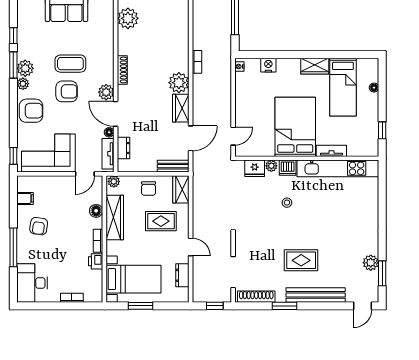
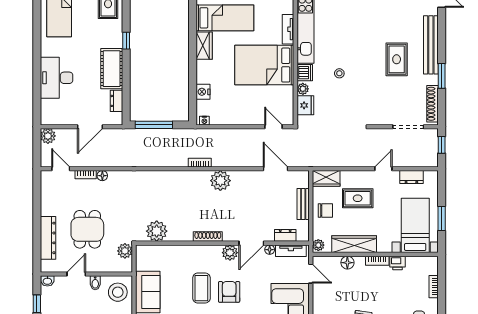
wardrobe: (181, 108) -> (246, 179), removed
bench: (173, 166) -> (303, 204), moved
rug: (161, 221) -> (358, 198), turned 90

